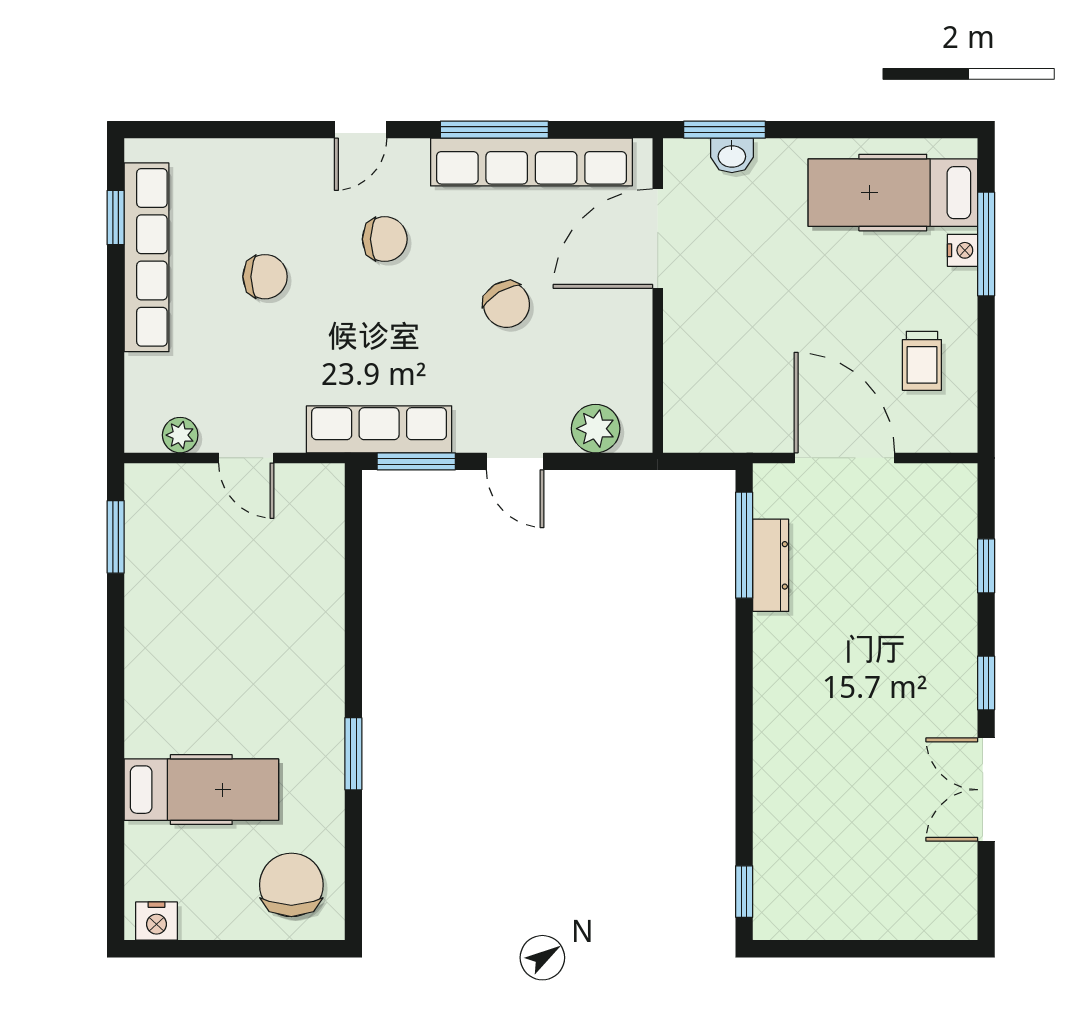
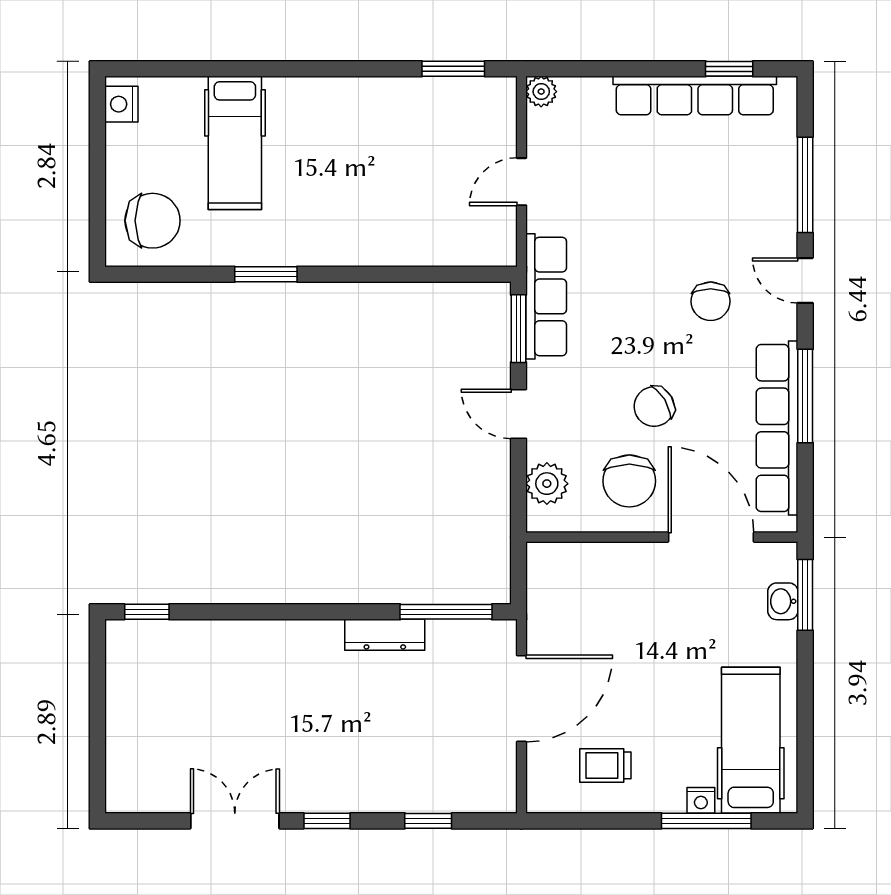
window: (250, 130) -> (805, 185), added
chair: (265, 277) -> (629, 481), moved, width x1.37, depth x1.37
plant: (180, 435) -> (541, 92), moved
door: (515, 461) -> (518, 414), hinge flipped
dresser: (771, 565) -> (385, 635), moved

